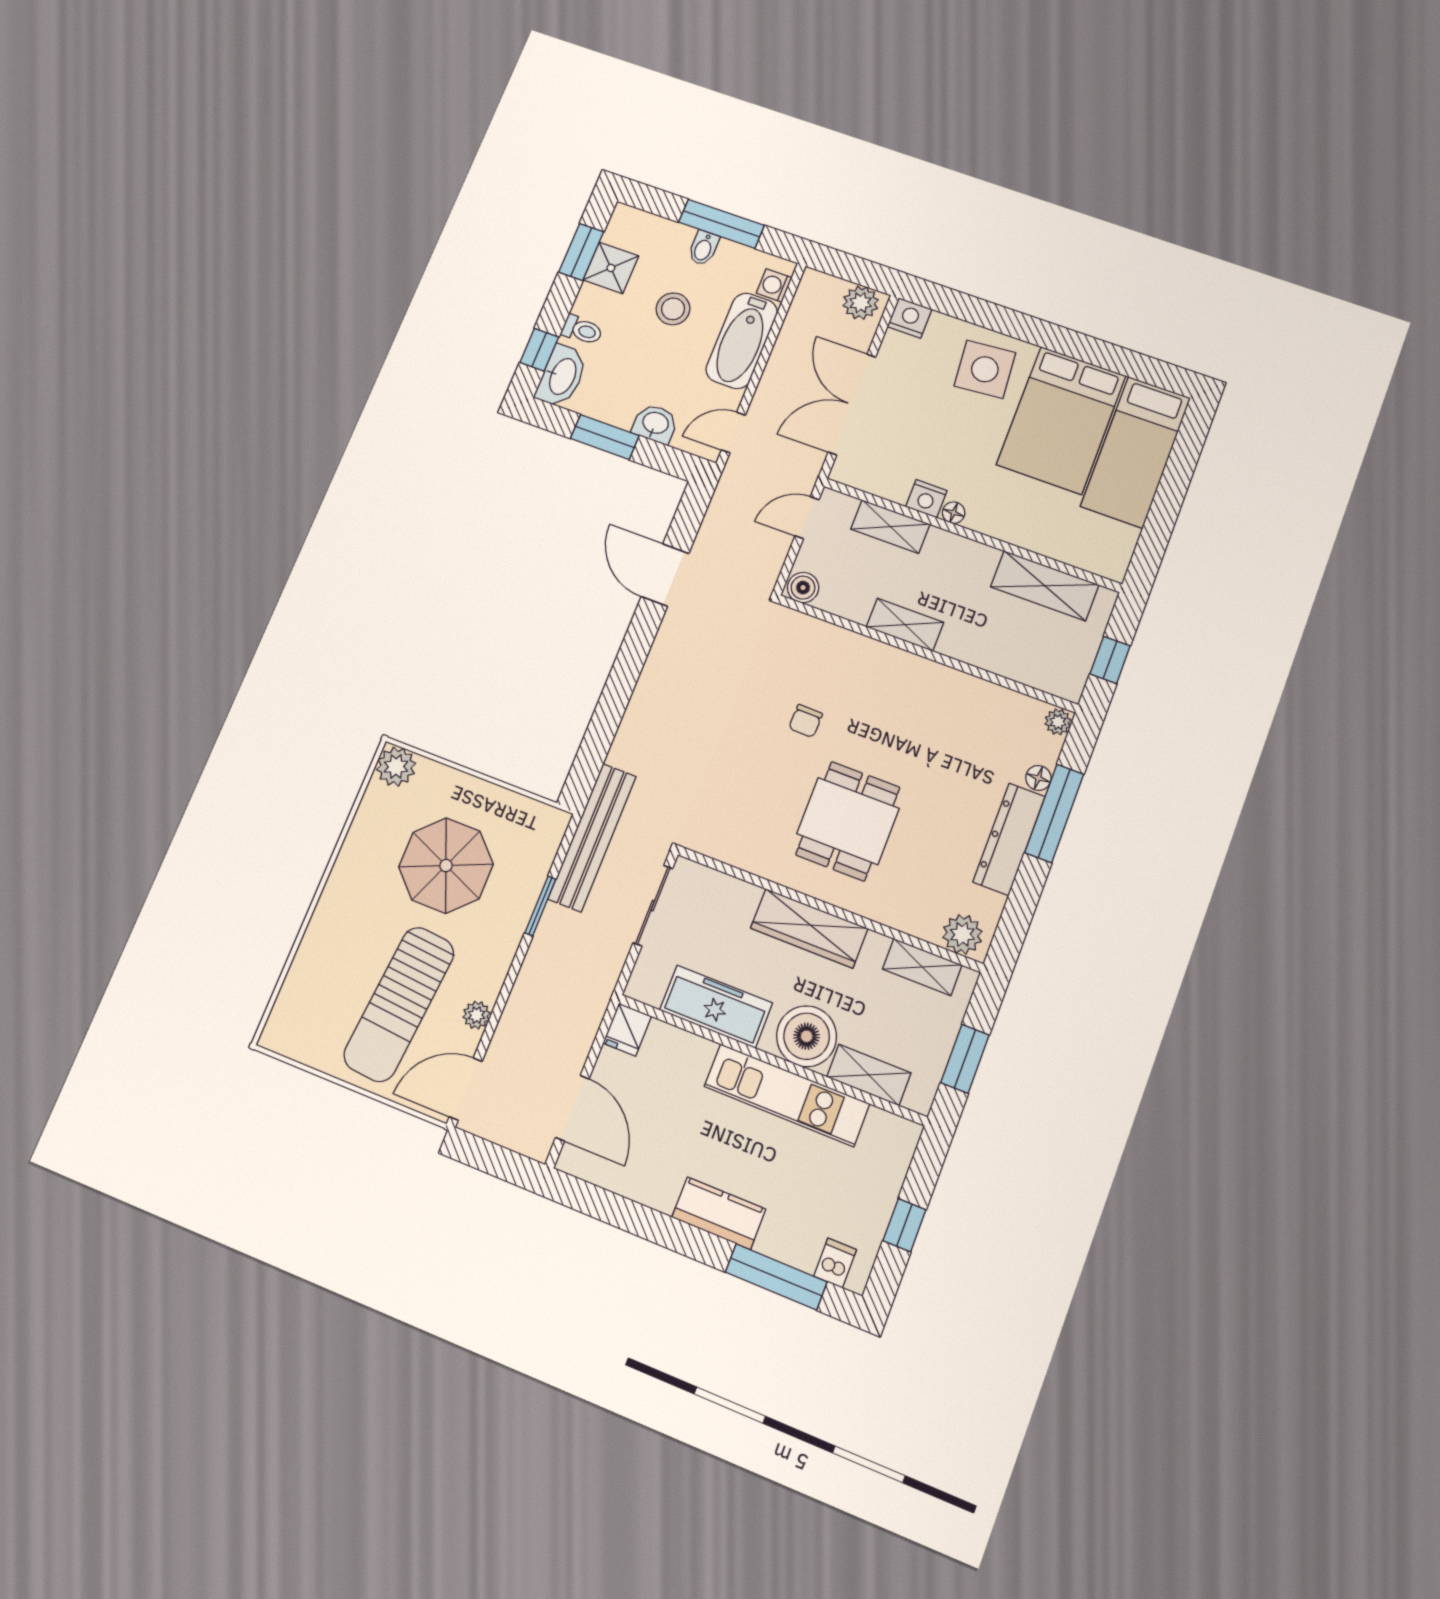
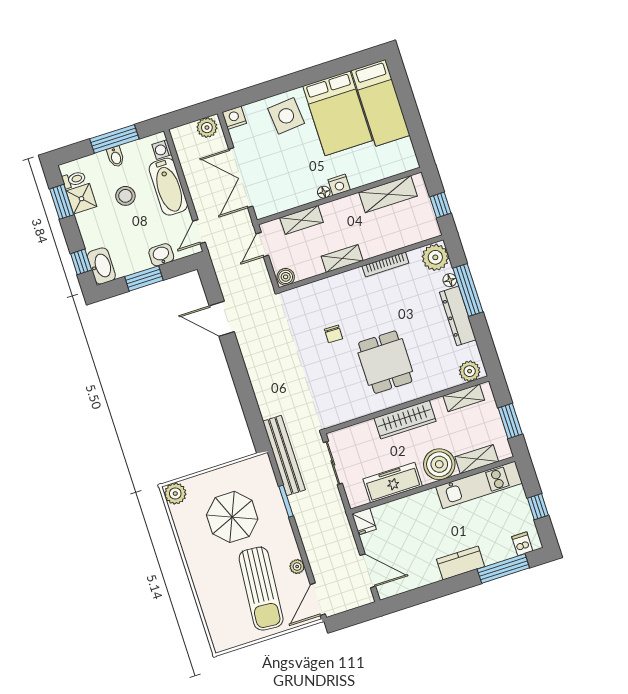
toilet: (582, 330) -> (74, 180), moved
nightstand: (926, 499) -> (339, 185), moved
bookcase: (961, 682) -> (385, 264), added
plant: (1058, 722) -> (435, 257), width x1.87, depth x1.87
kitchen unit: (787, 1095) -> (479, 485), moved

